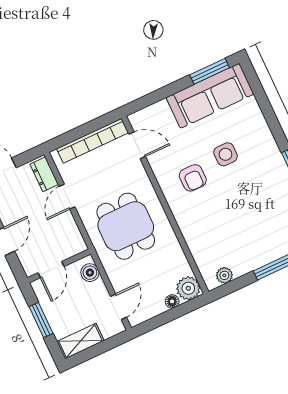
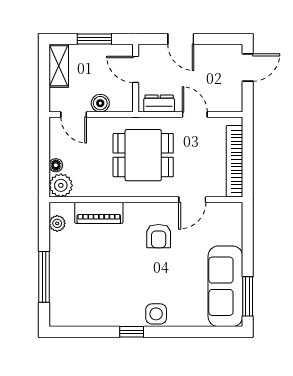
door: (137, 145) -> (192, 200), moved
side table: (225, 154) -> (156, 314), moved
dresser: (44, 174) -> (159, 104), moved
armchair: (193, 178) -> (159, 236), turned -90
piano: (197, 242) -> (99, 213), added
boiler: (90, 273) -> (100, 103), moved

